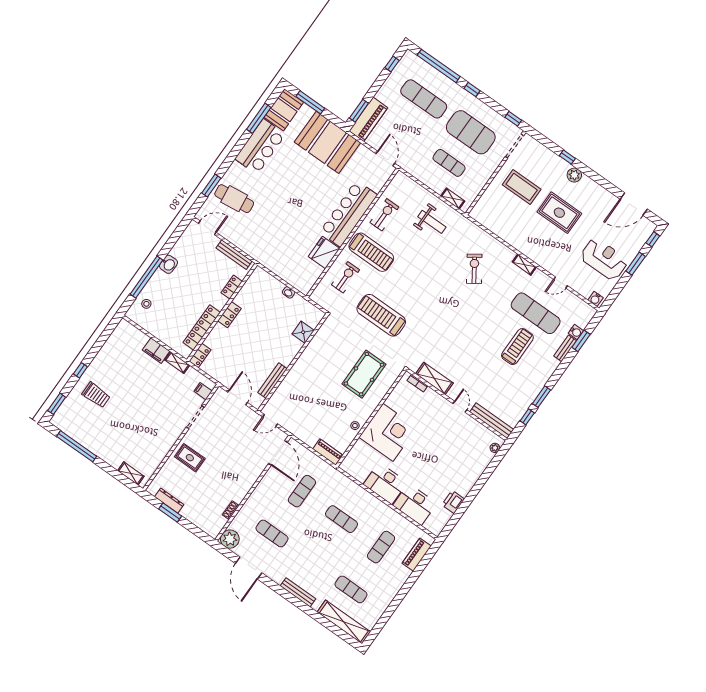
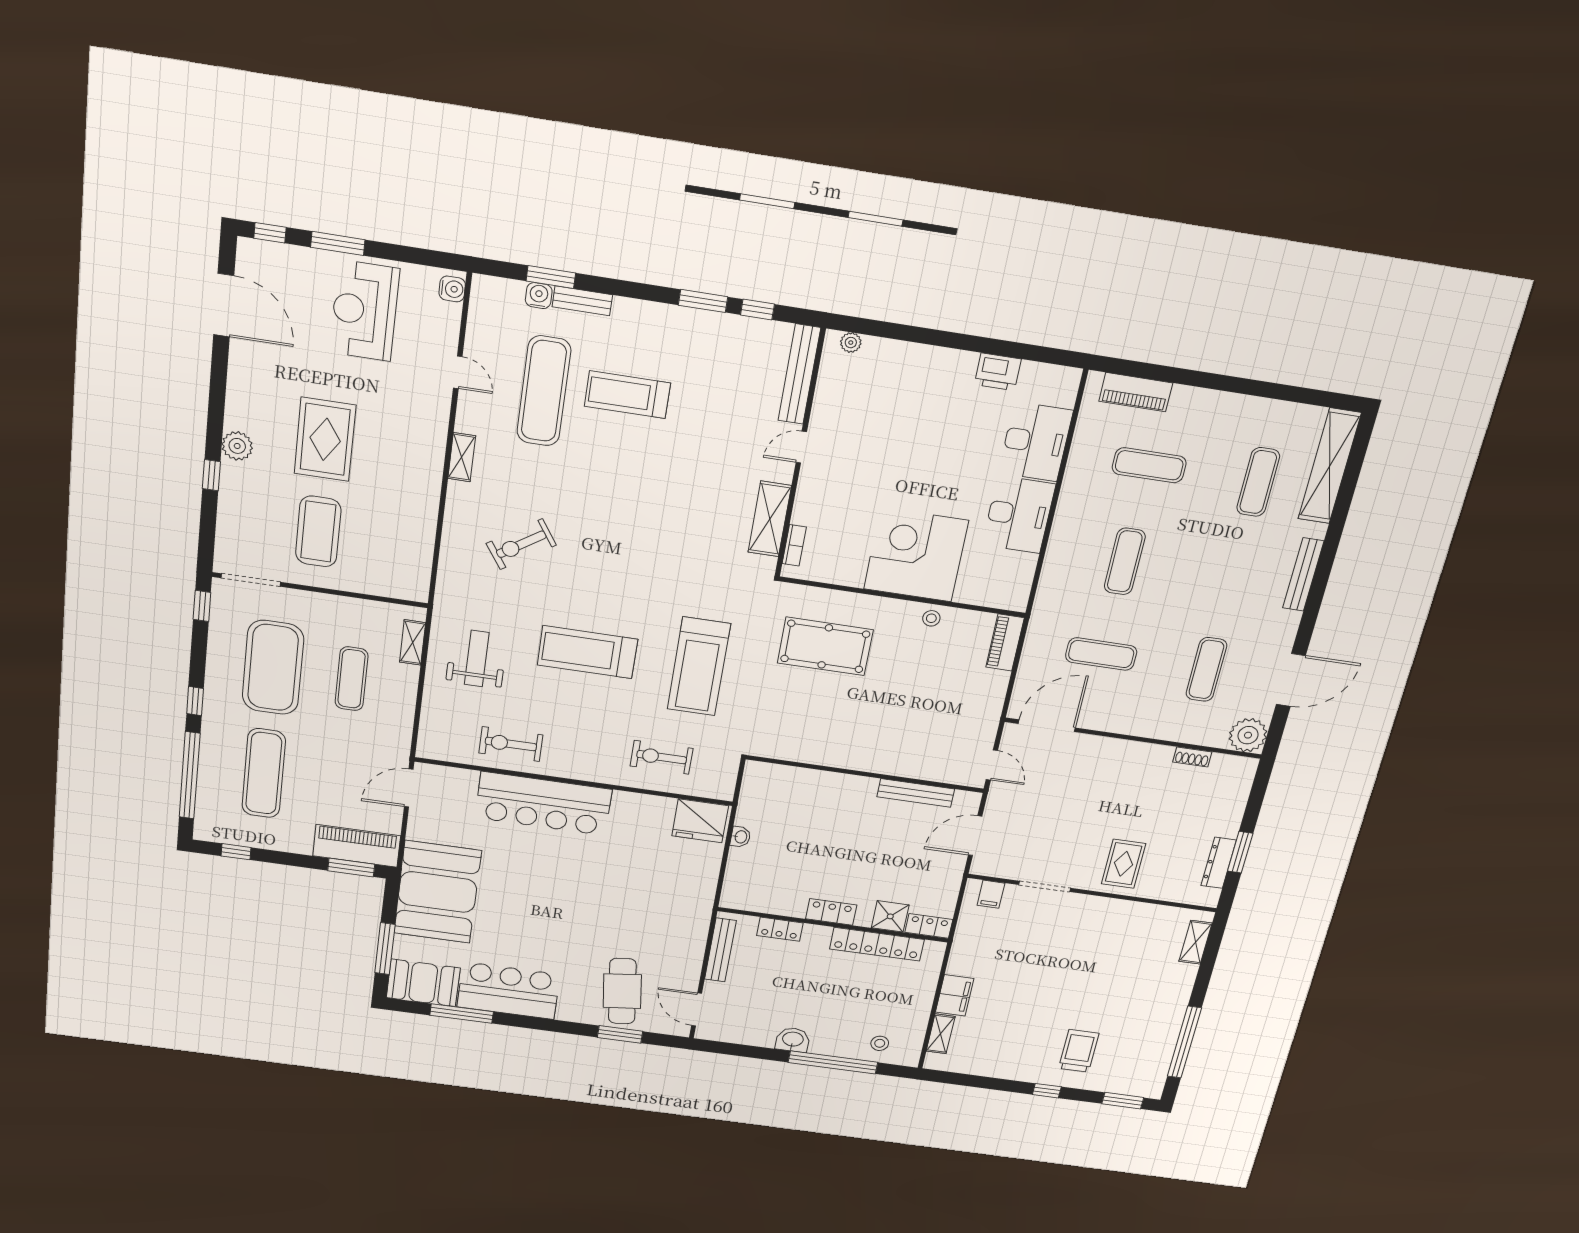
treadmill: (371, 252) -> (587, 652), moved, turned -90
fridge: (324, 253) -> (700, 821), moved
shower: (303, 332) -> (890, 916), moved
shelving: (177, 363) -> (941, 1034), moved

